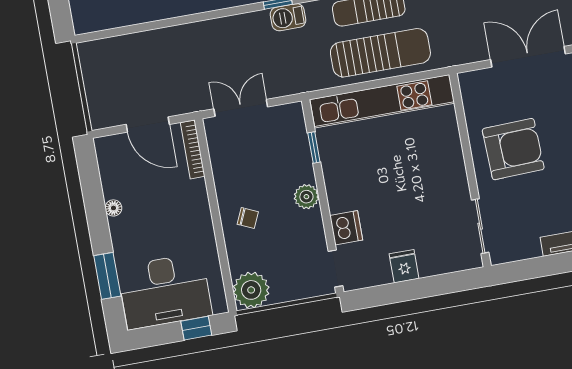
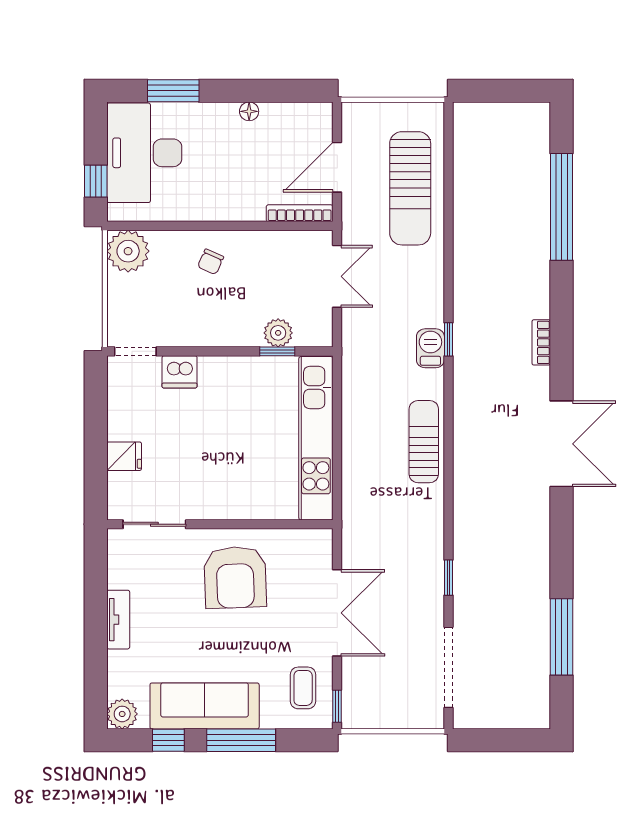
sun lounger: (380, 53) -> (410, 188), moved
plant: (306, 197) -> (278, 333), moved
fridge: (404, 266) -> (124, 456), moved

